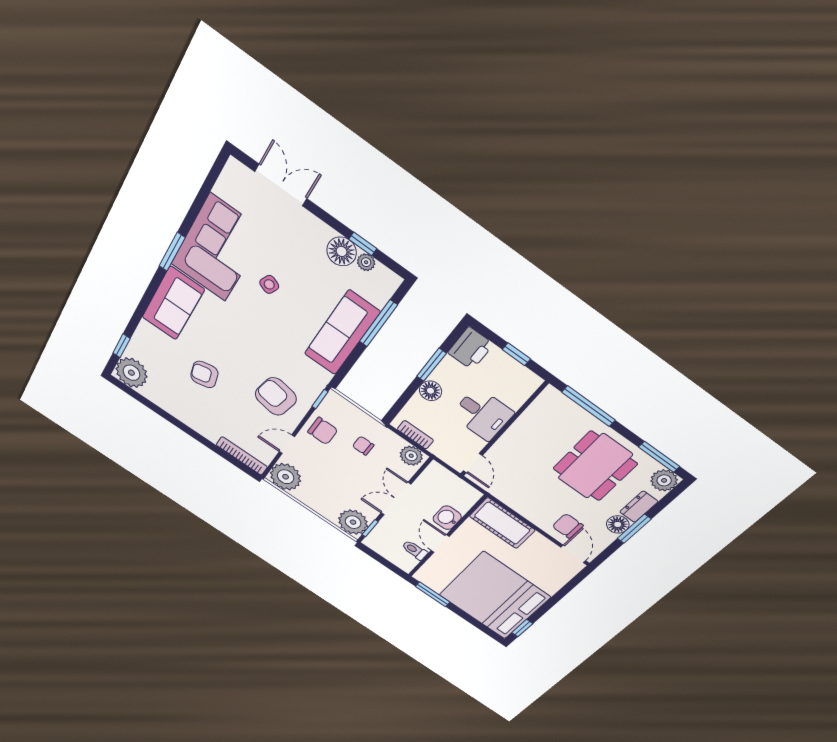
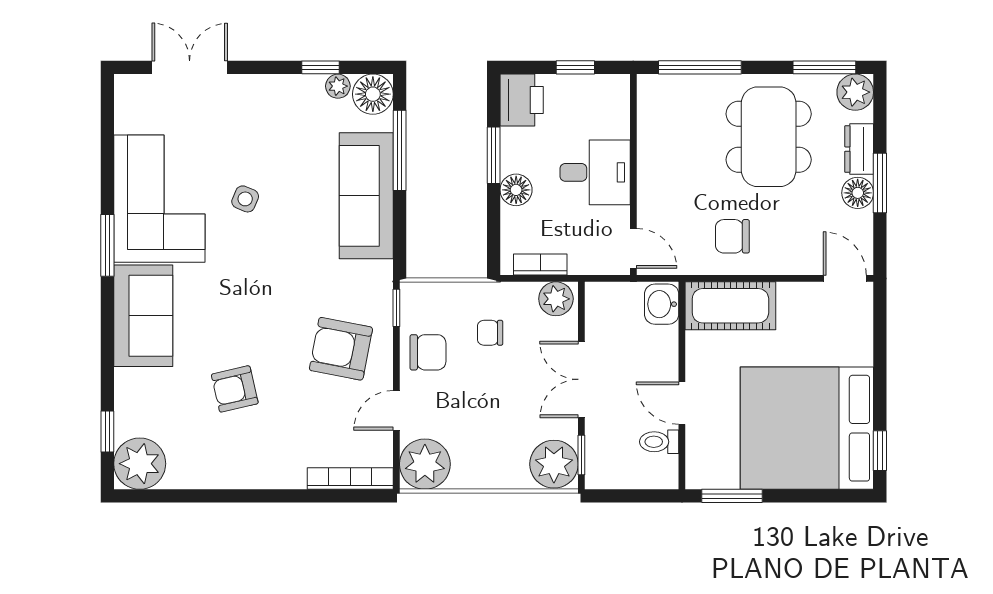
floor lamp: (342, 251) -> (373, 94), moved
washbasin: (447, 518) -> (662, 304), moved
chair: (568, 526) -> (732, 236), moved

